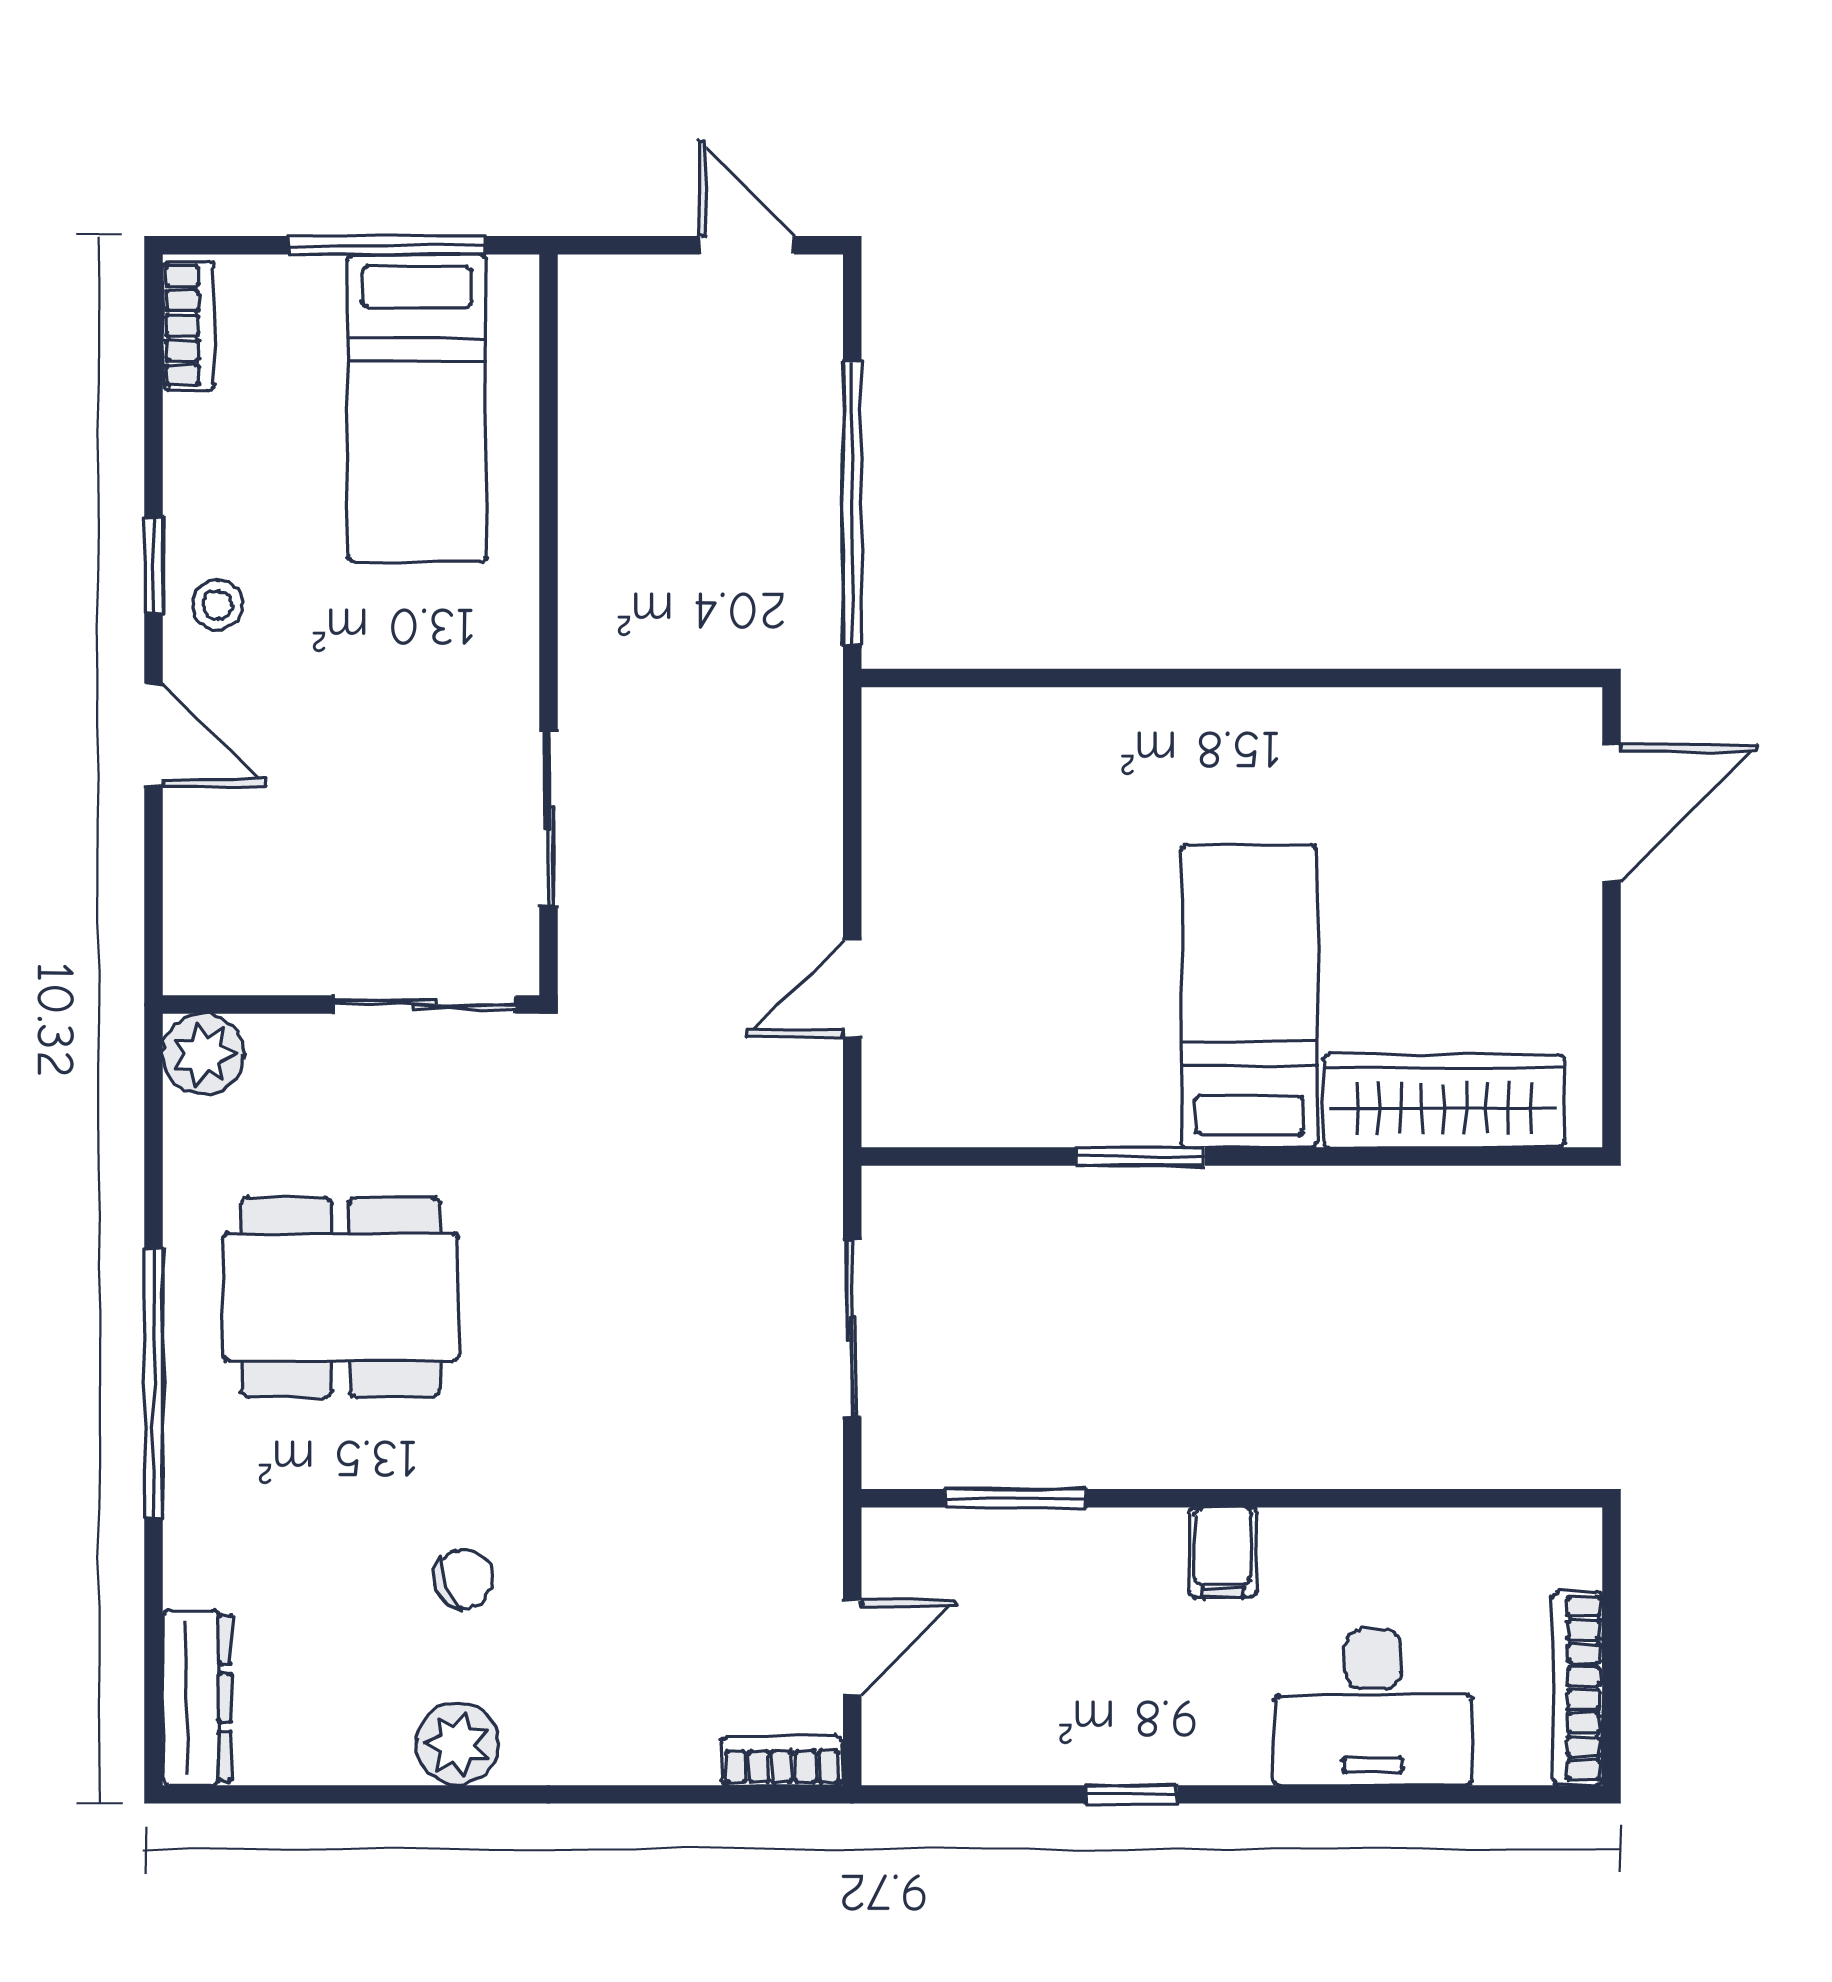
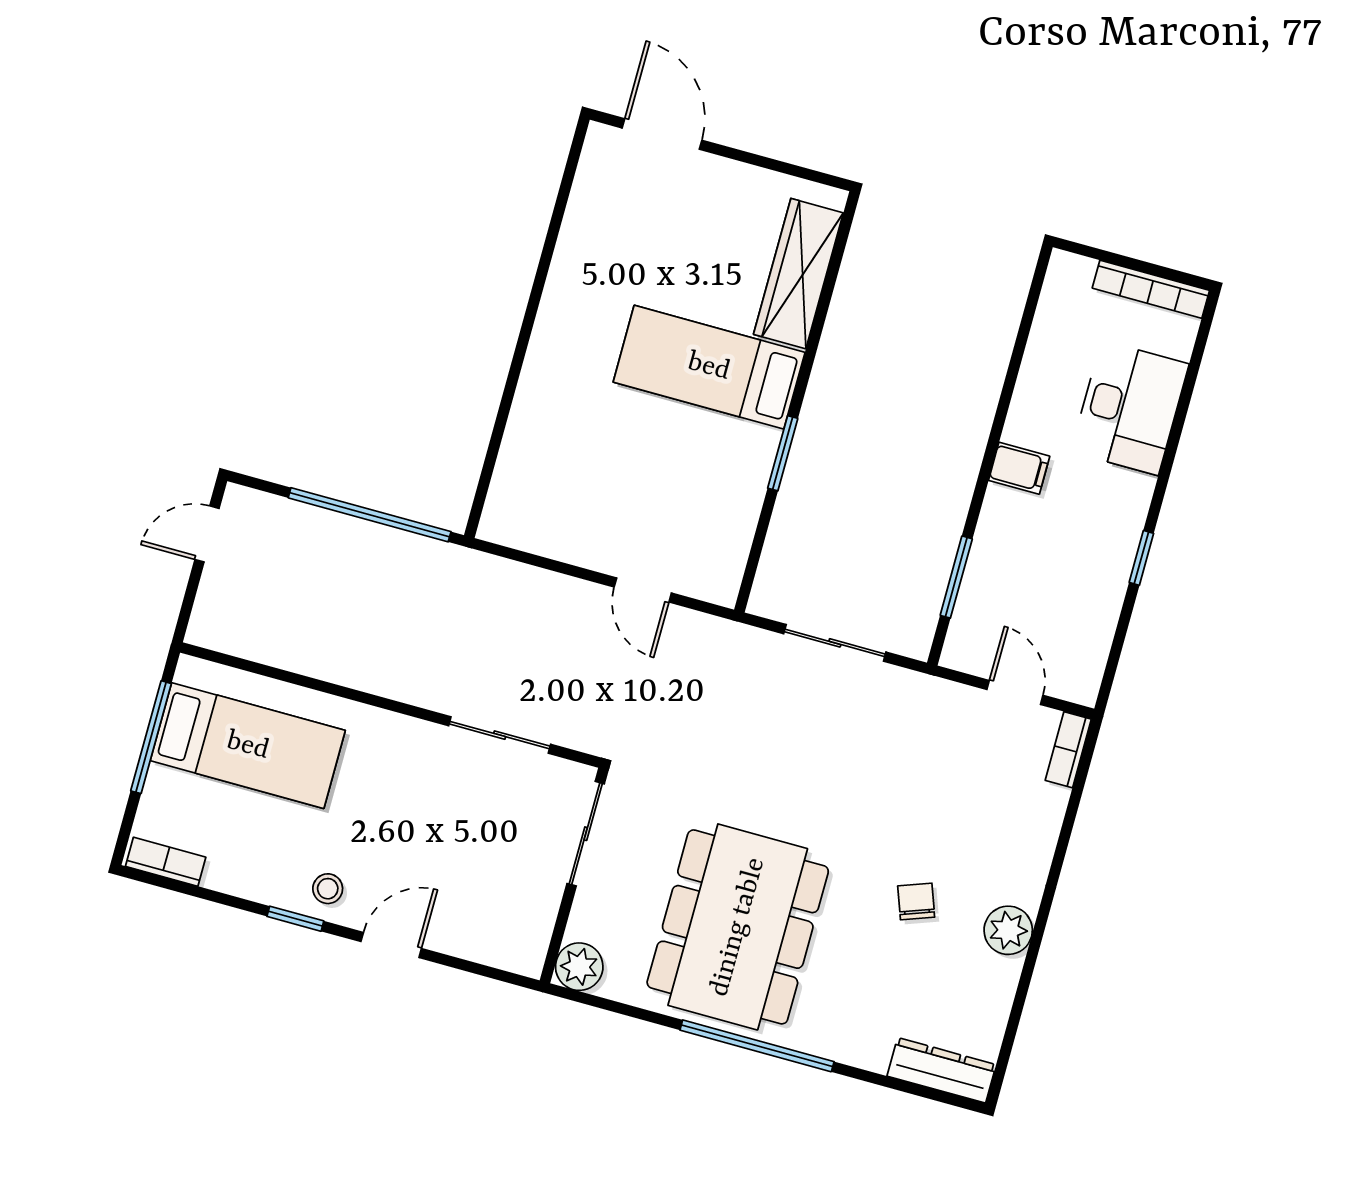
dining table: (340, 1297) -> (738, 927), width x1.36, depth x1.24

